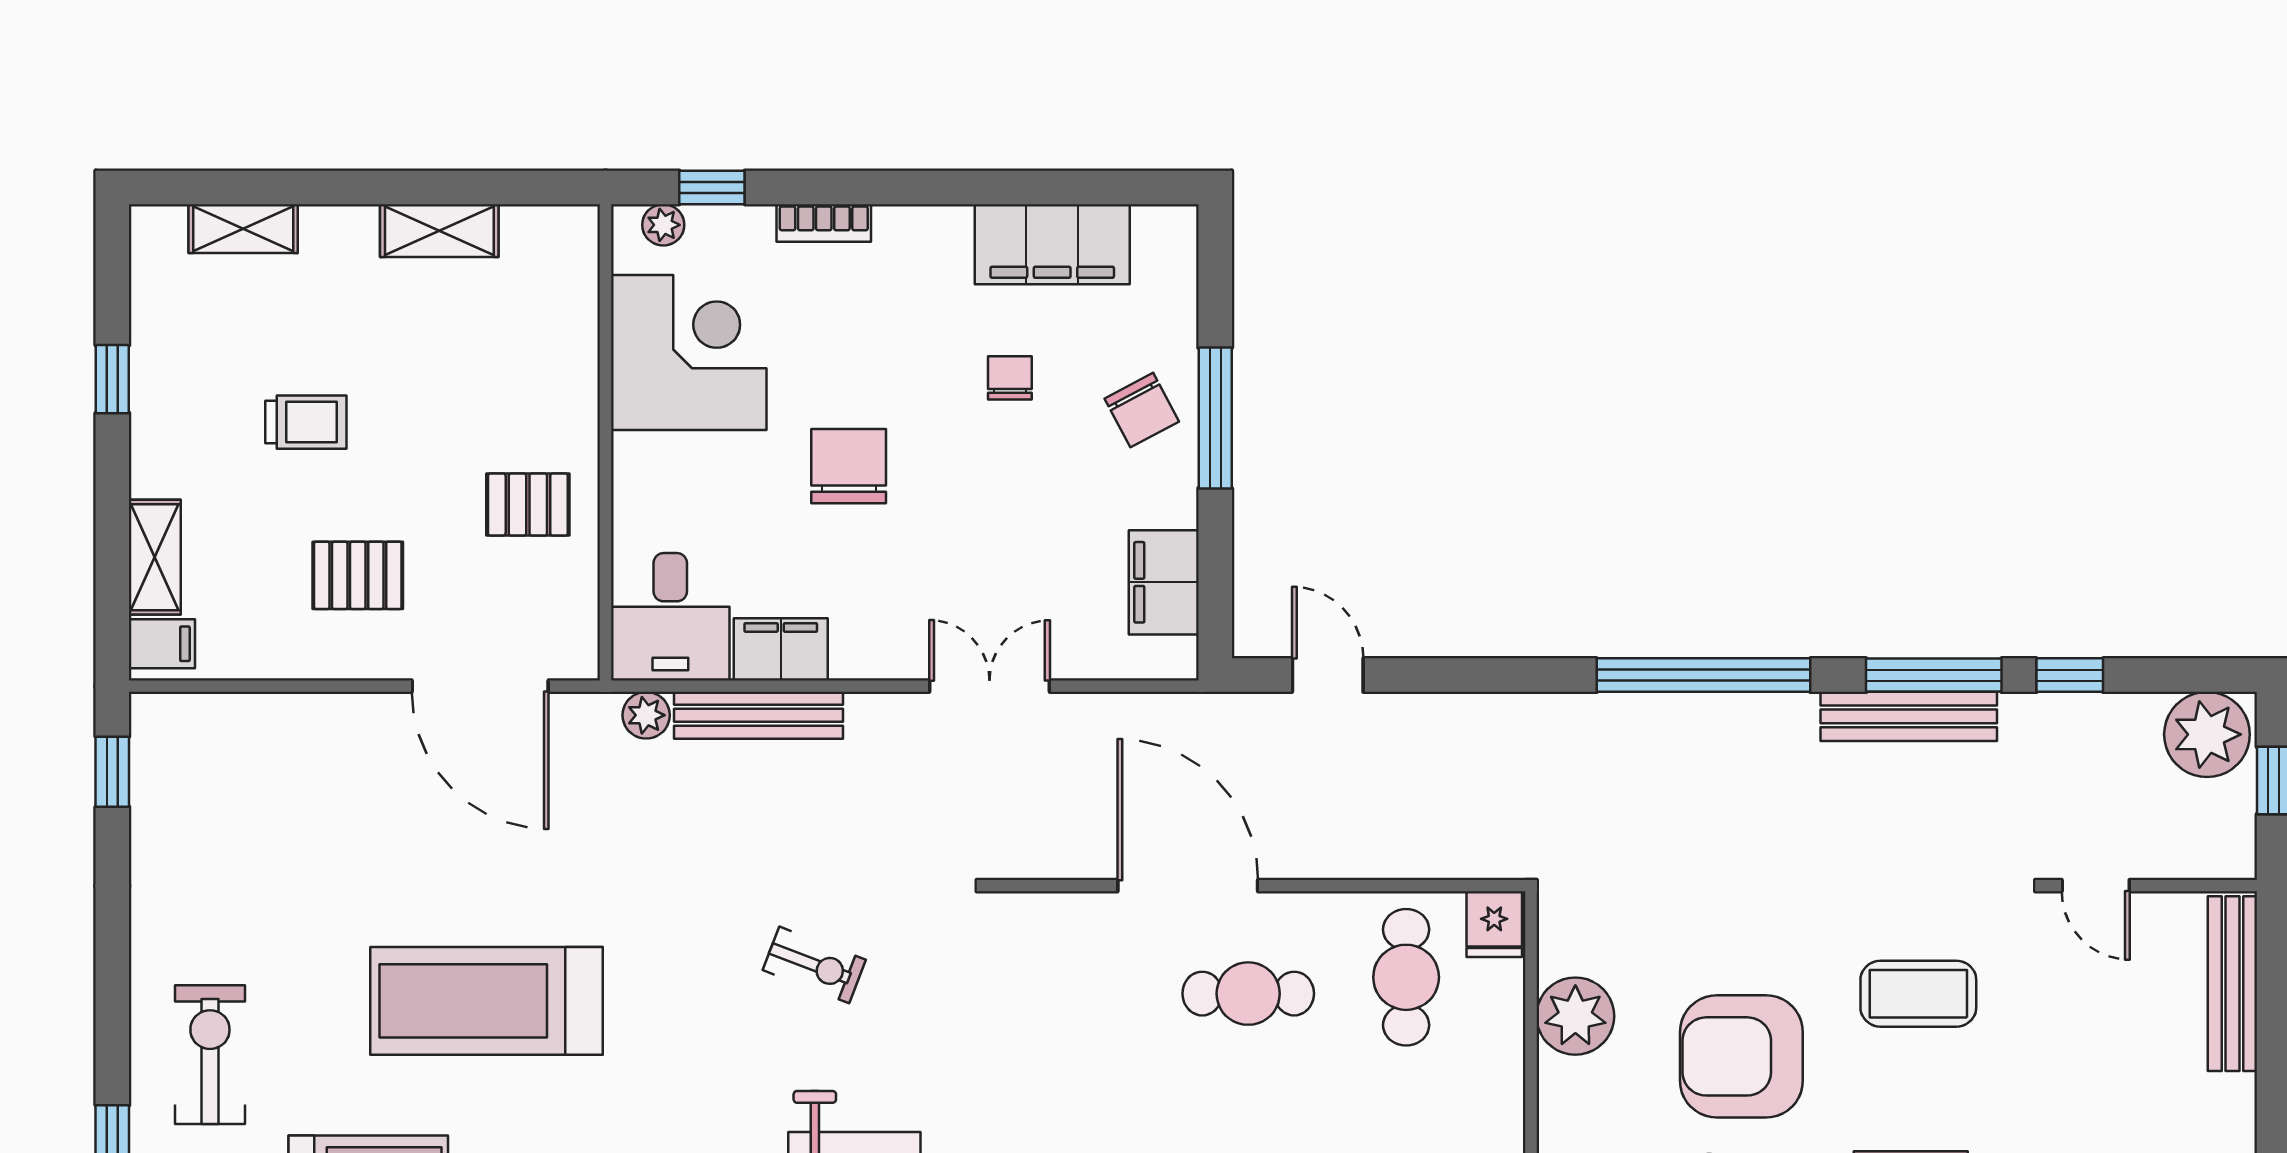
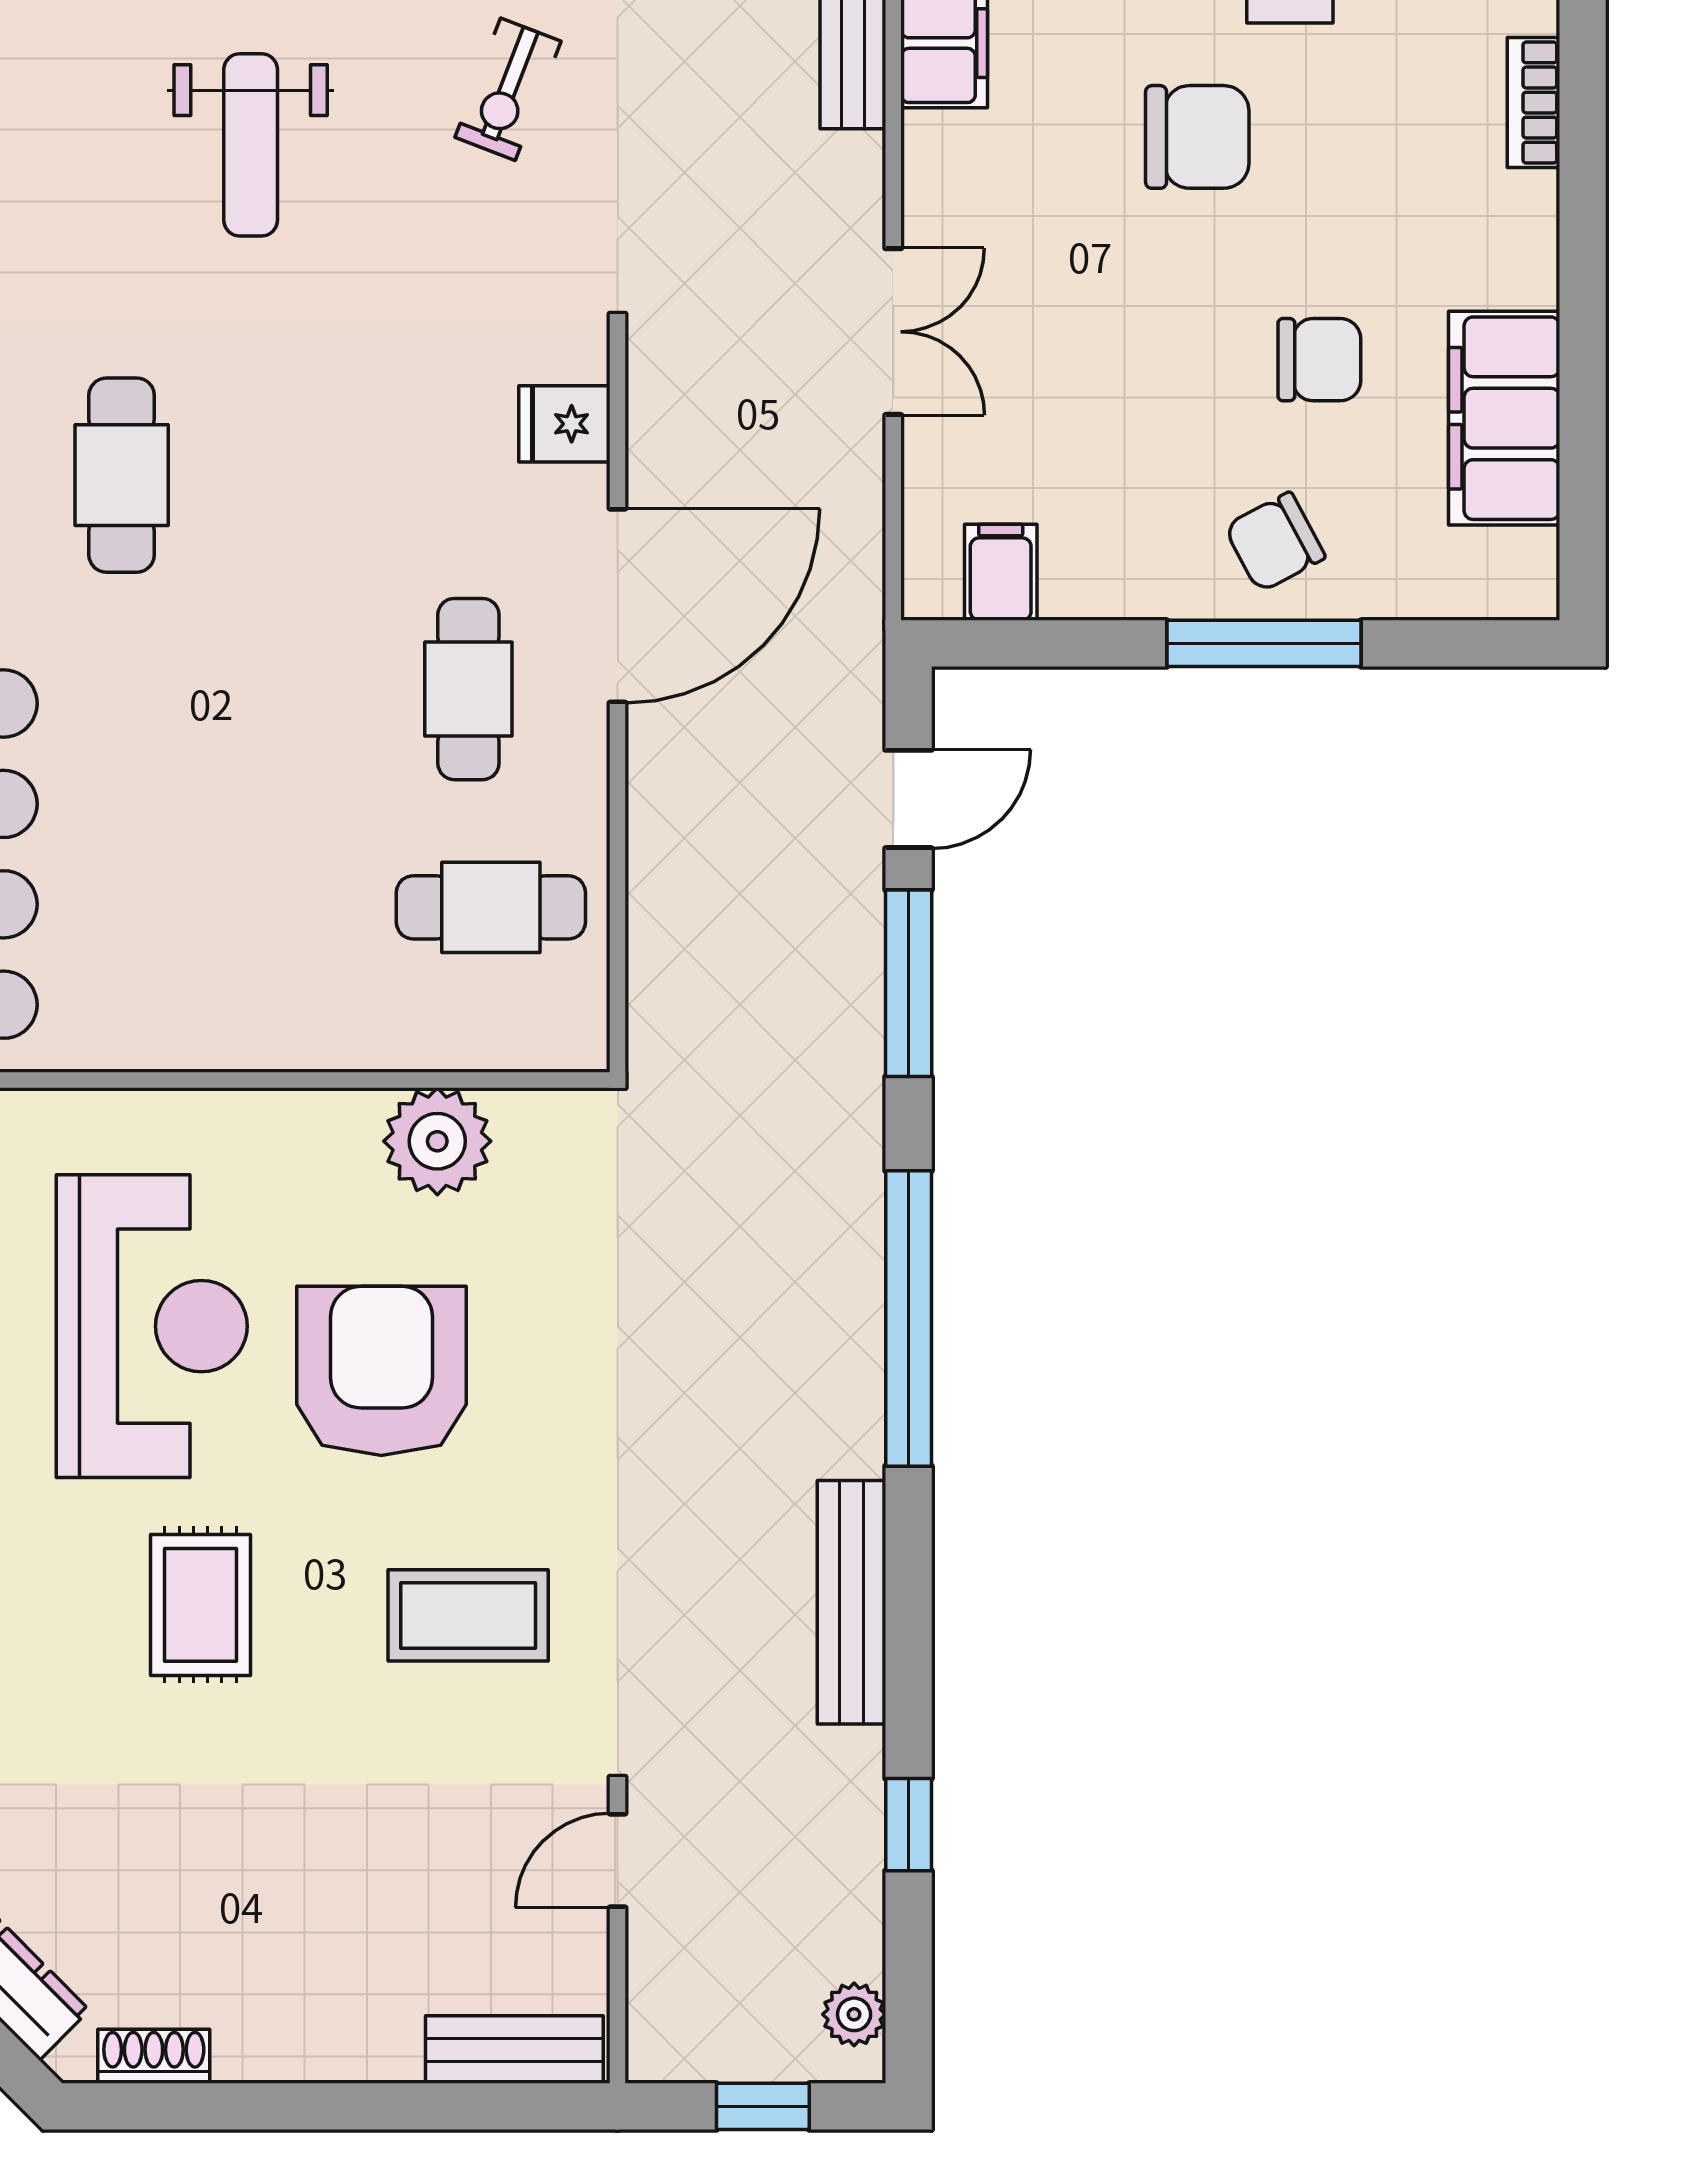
chair: (1010, 378) -> (1319, 360), width x1.37, depth x1.37
filing cabinet: (1164, 582) -> (1001, 572), width x0.50
window: (1934, 675) -> (909, 983), moved
plant: (2207, 734) -> (854, 2014), width x0.53, depth x0.53
fridge: (1494, 924) -> (564, 424), moved
bench: (2232, 984) -> (514, 2050), width x0.73
coffee table: (1918, 994) -> (468, 1615), turned 90

